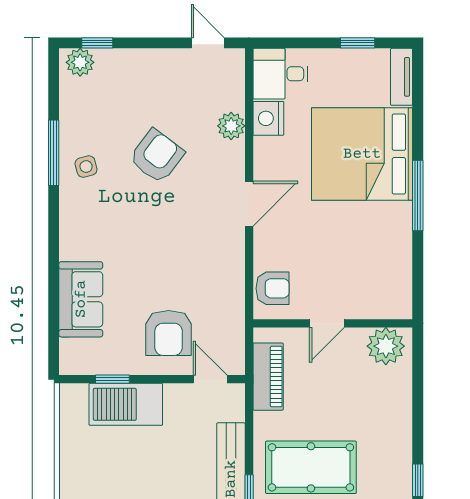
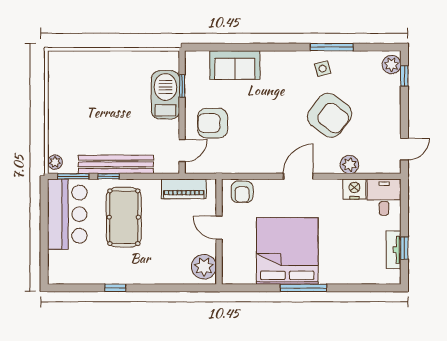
tv unit: (402, 77) -> (394, 250), moved, turned -90
bed: (362, 154) -> (287, 251), moved
armchair: (157, 156) -> (330, 115), width x1.36, depth x1.36
door: (249, 204) -> (298, 176), swing flipped

